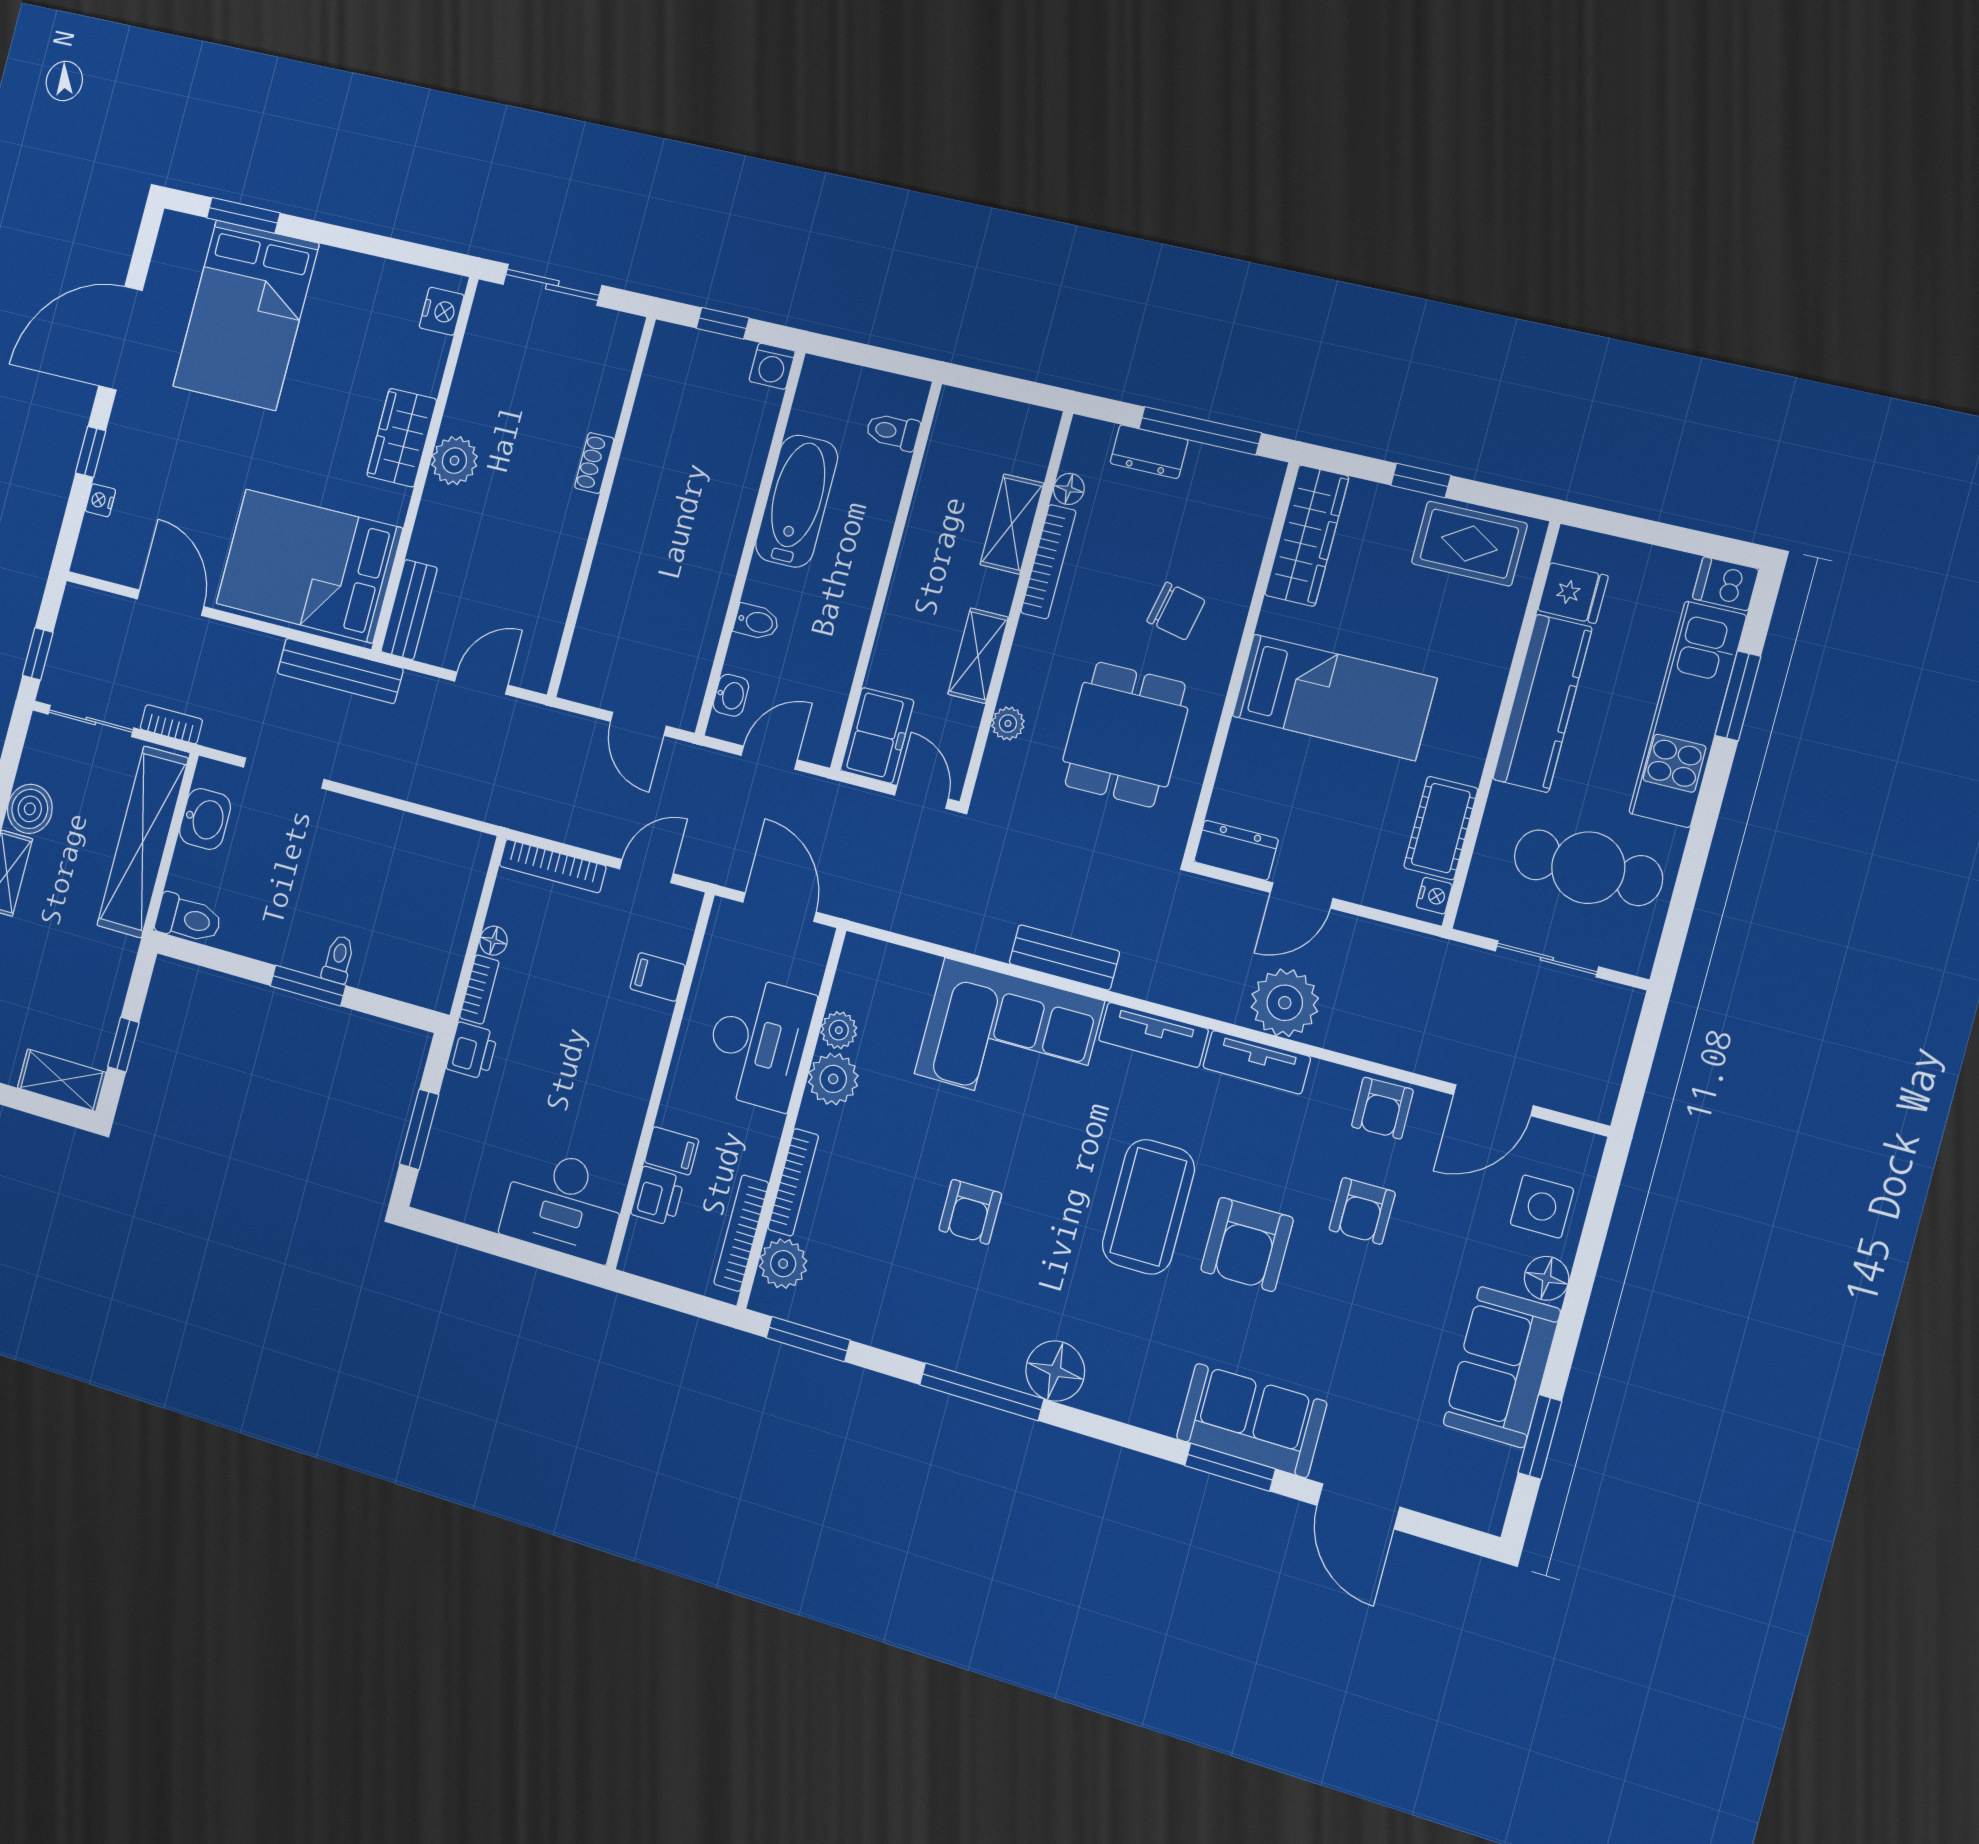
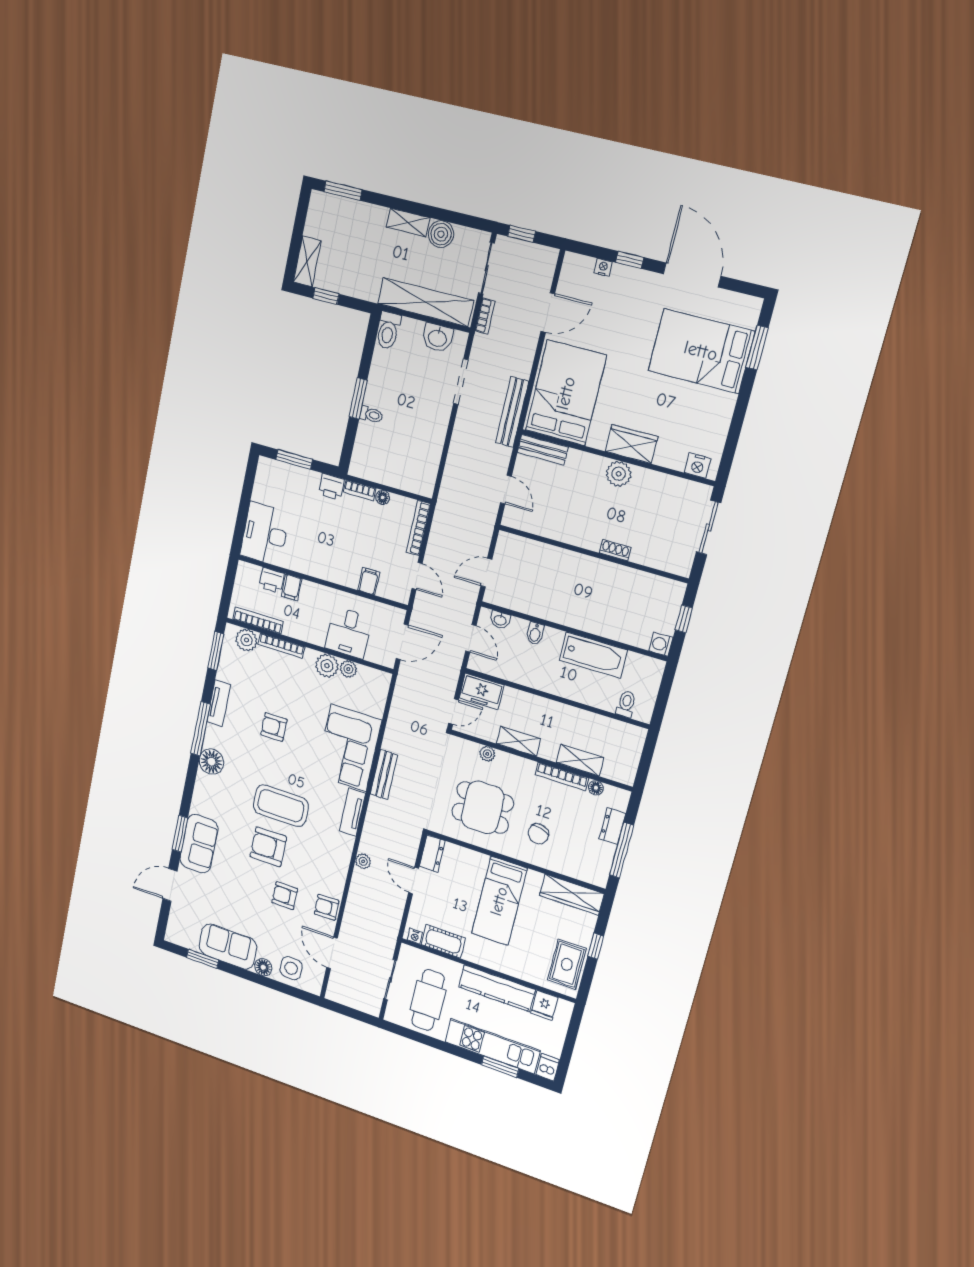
plant: (1285, 1003) -> (363, 861), width x0.53, depth x0.53
desk: (758, 1043) -> (348, 632), width x0.73
tv unit: (1257, 1062) -> (219, 703), moved, turned 180

